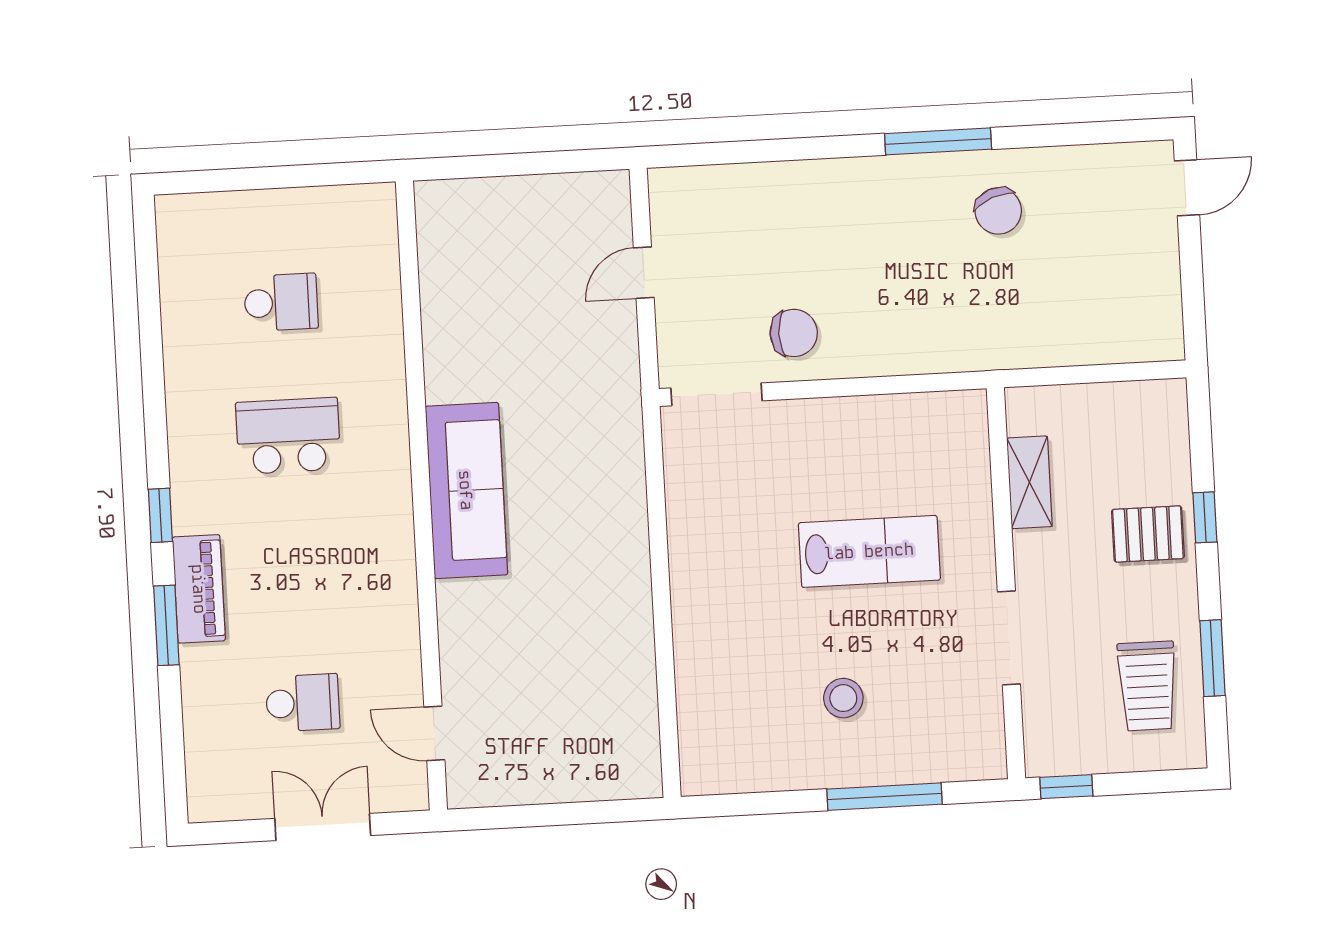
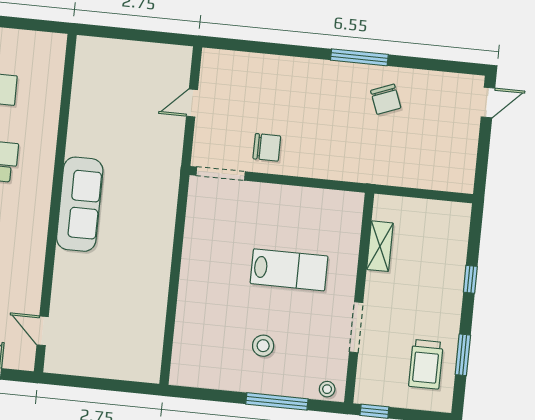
pallet: (1148, 534) -> (439, 283), removed
stool: (973, 760) -> (327, 389), added

